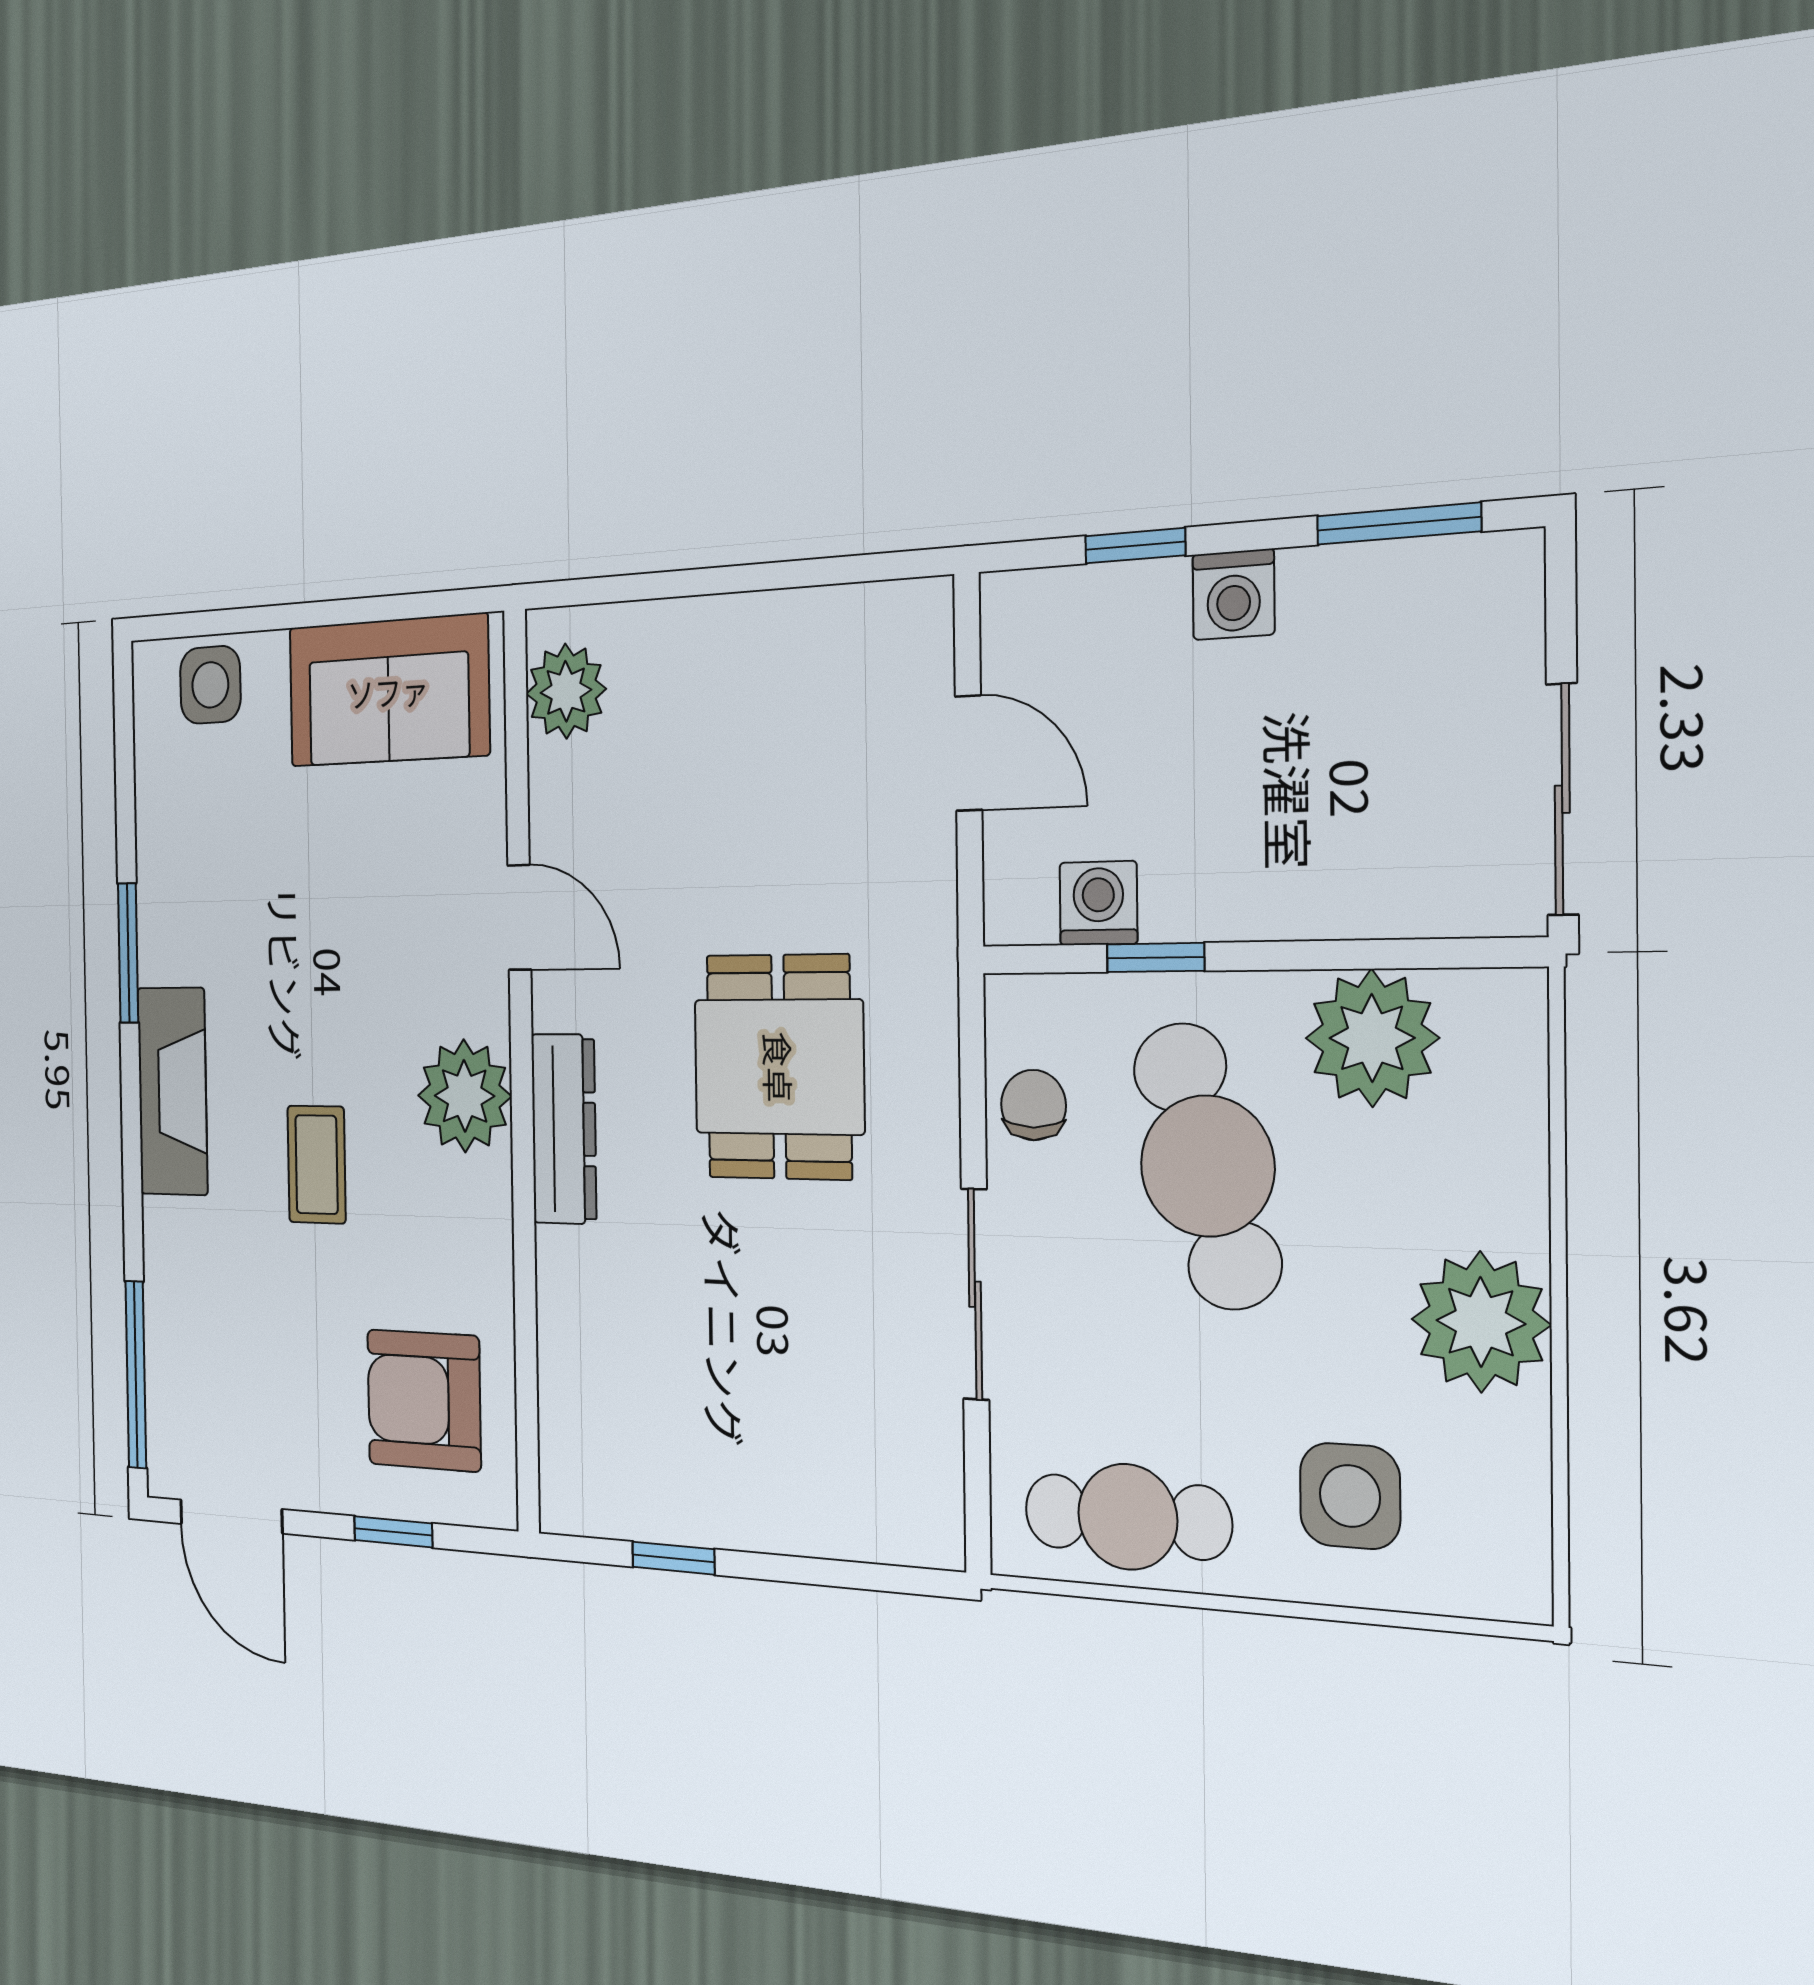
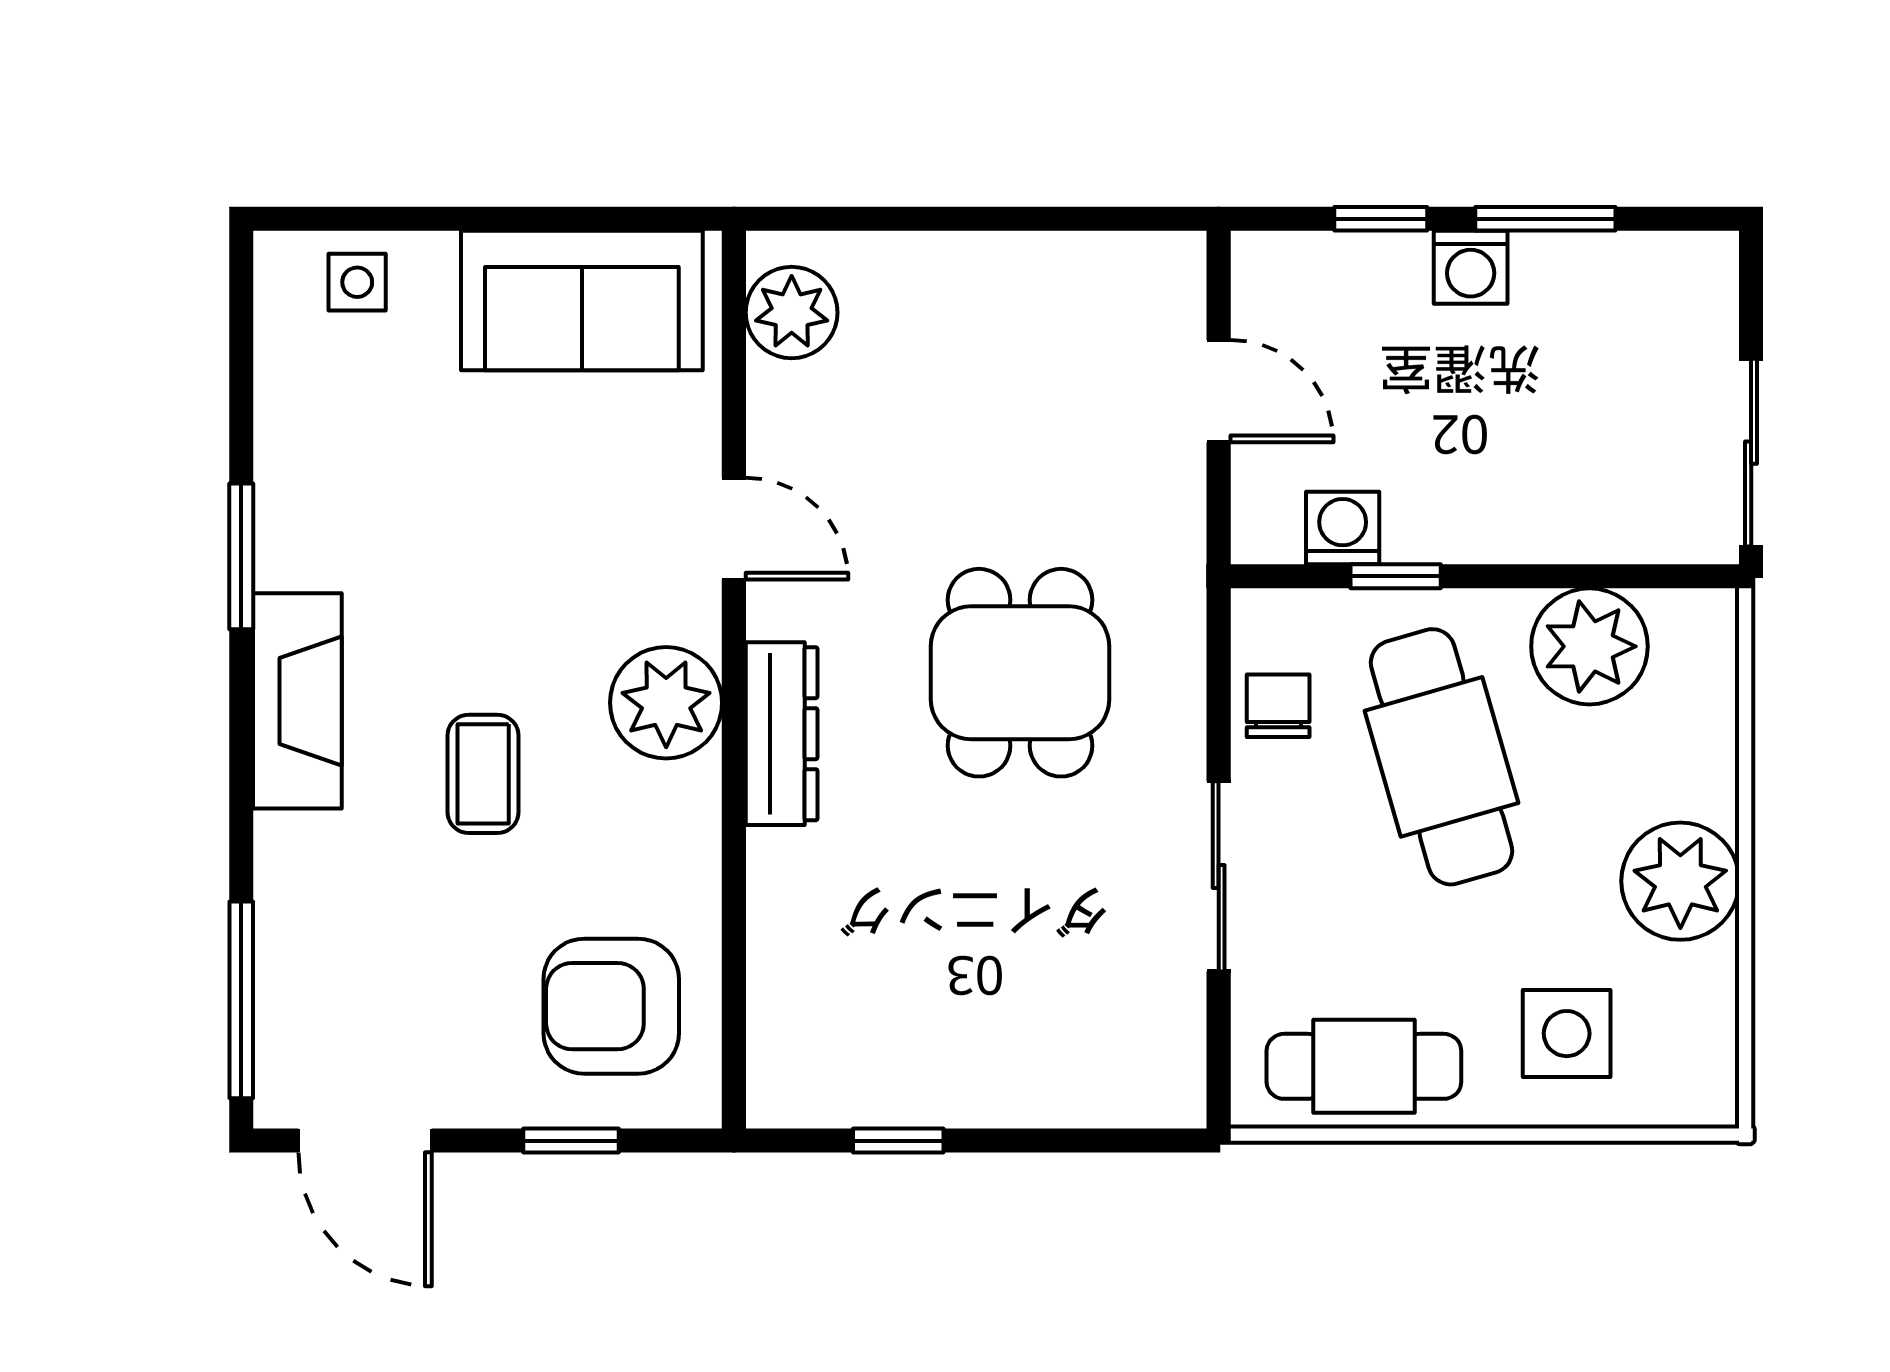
window: (1398, 524) -> (1545, 219), moved
side table: (210, 685) -> (357, 282), width x0.73, depth x0.73

